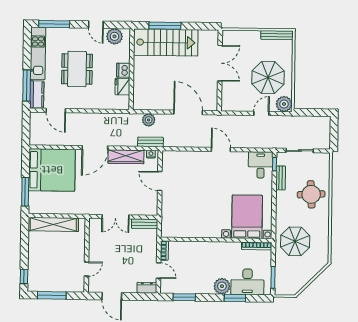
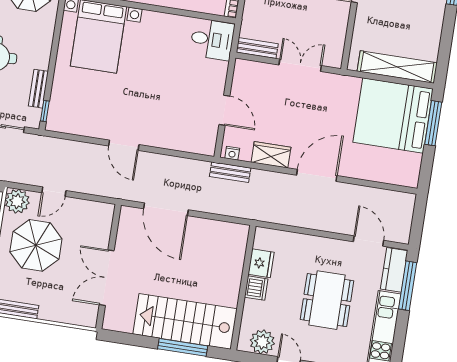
plant: (149, 120) -> (228, 206), removed
wardrobe: (126, 157) -> (271, 155), width x0.67
desk: (261, 165) -> (212, 40), moved, turned -90
bed: (52, 170) -> (393, 116), moved

